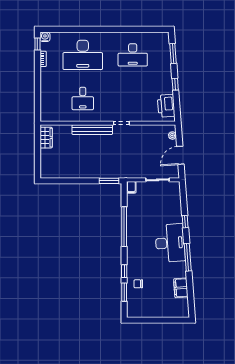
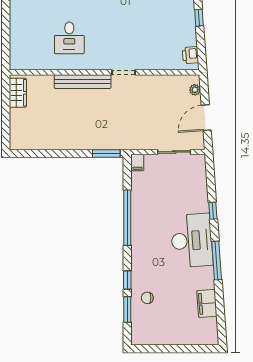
printer: (166, 106) -> (190, 55), width x0.53, depth x0.68

